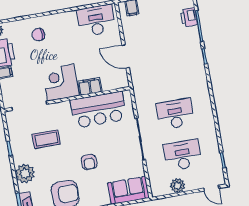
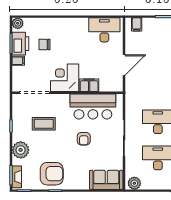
chair: (38, 35) -> (44, 45), moved
door: (126, 56) -> (124, 65), swing flipped
armchair: (89, 162) -> (84, 139), moved
plant: (177, 186) -> (134, 183), moved

